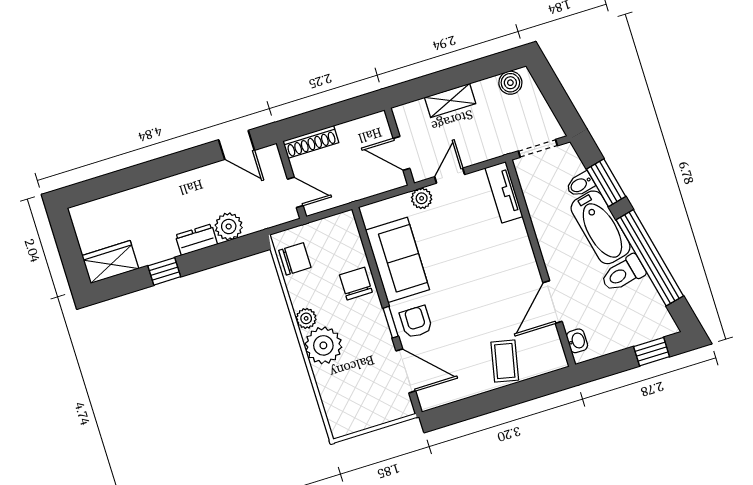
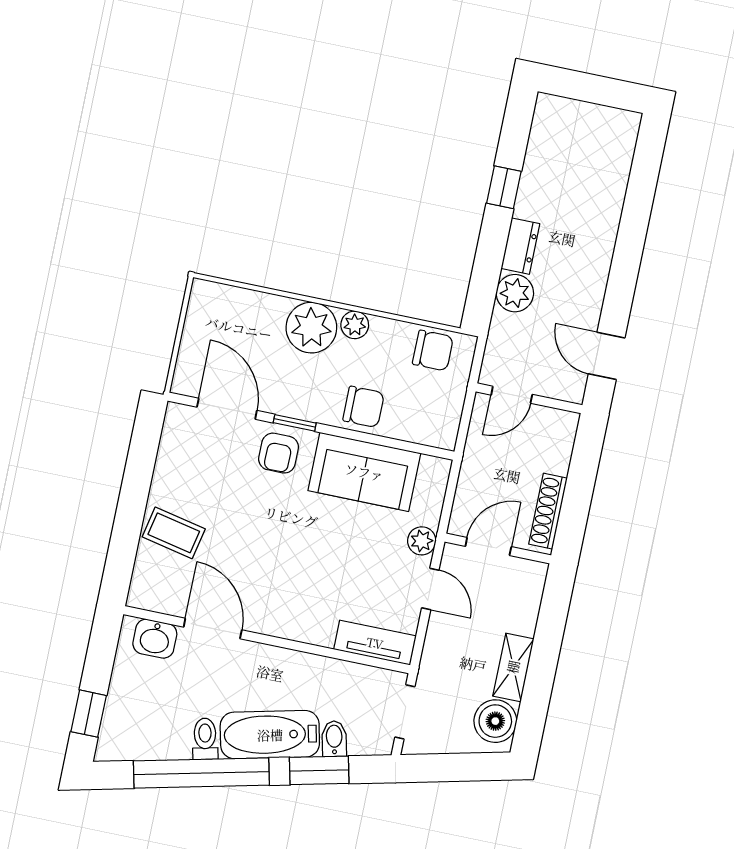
boiler: (510, 83) -> (495, 721), width x1.36, depth x1.36
shelving: (450, 100) -> (513, 667), moved
shoe rack: (311, 142) -> (548, 511), moved
door: (236, 145) -> (607, 356), hinge flipped
chair: (295, 259) -> (433, 350), turned -90
wardrobe: (110, 262) -> (550, 129), removed
toilet: (623, 273) -> (205, 739), width x0.73, depth x0.72
armchair: (416, 322) -> (279, 453), turned 90
washbasin: (577, 341) -> (155, 639), width x1.38, depth x1.45
door: (406, 371) -> (227, 409), swing flipped

